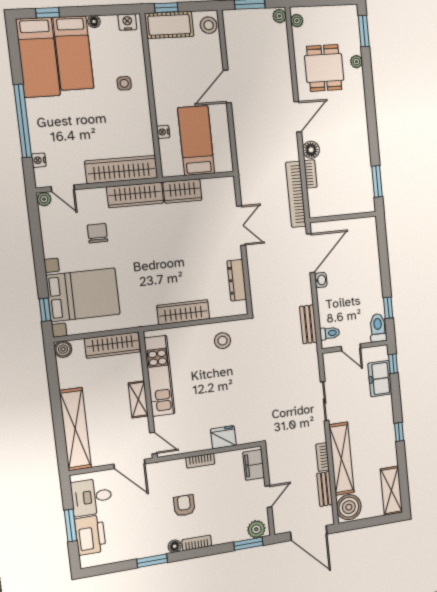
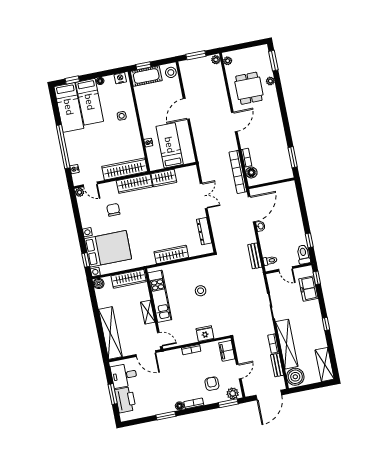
floor lamp: (311, 150) -> (251, 172), moved
stool: (223, 341) -> (201, 291), moved
armchair: (184, 505) -> (212, 384), moved
door: (309, 533) -> (269, 395), hinge flipped

